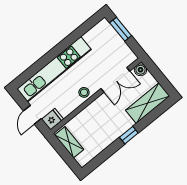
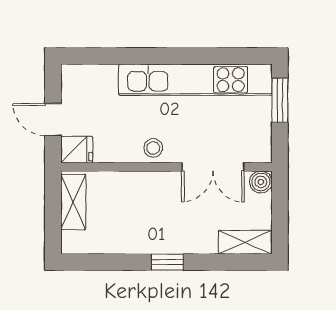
kitchen unit: (54, 69) -> (195, 80), moved
shelving: (148, 103) -> (245, 242), width x0.67, depth x0.75
door: (32, 115) -> (53, 119), hinge flipped

